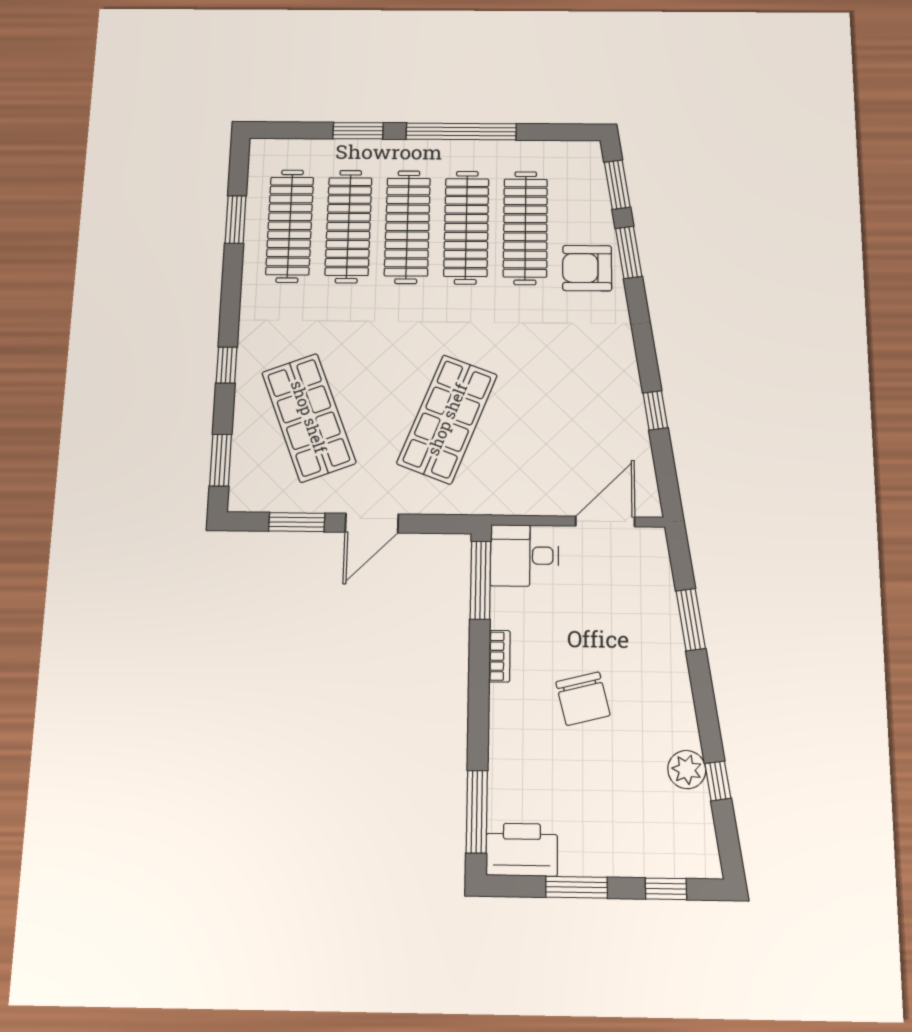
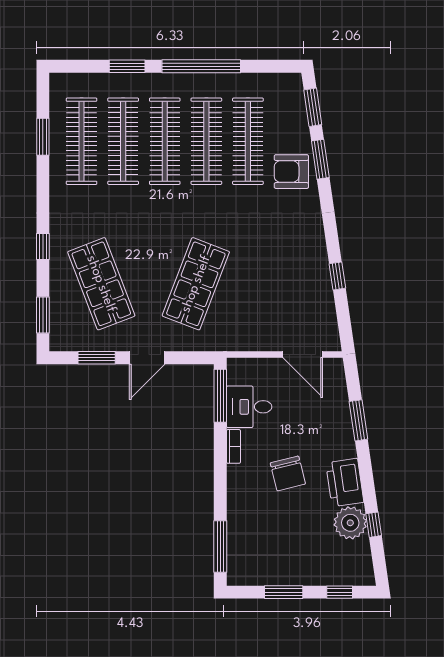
door: (605, 521) -> (303, 355), swing flipped
desk: (524, 555) -> (249, 407), moved
plant: (687, 770) -> (350, 523), width x1.36, depth x1.36
printer: (522, 850) -> (345, 483), moved, turned -98

